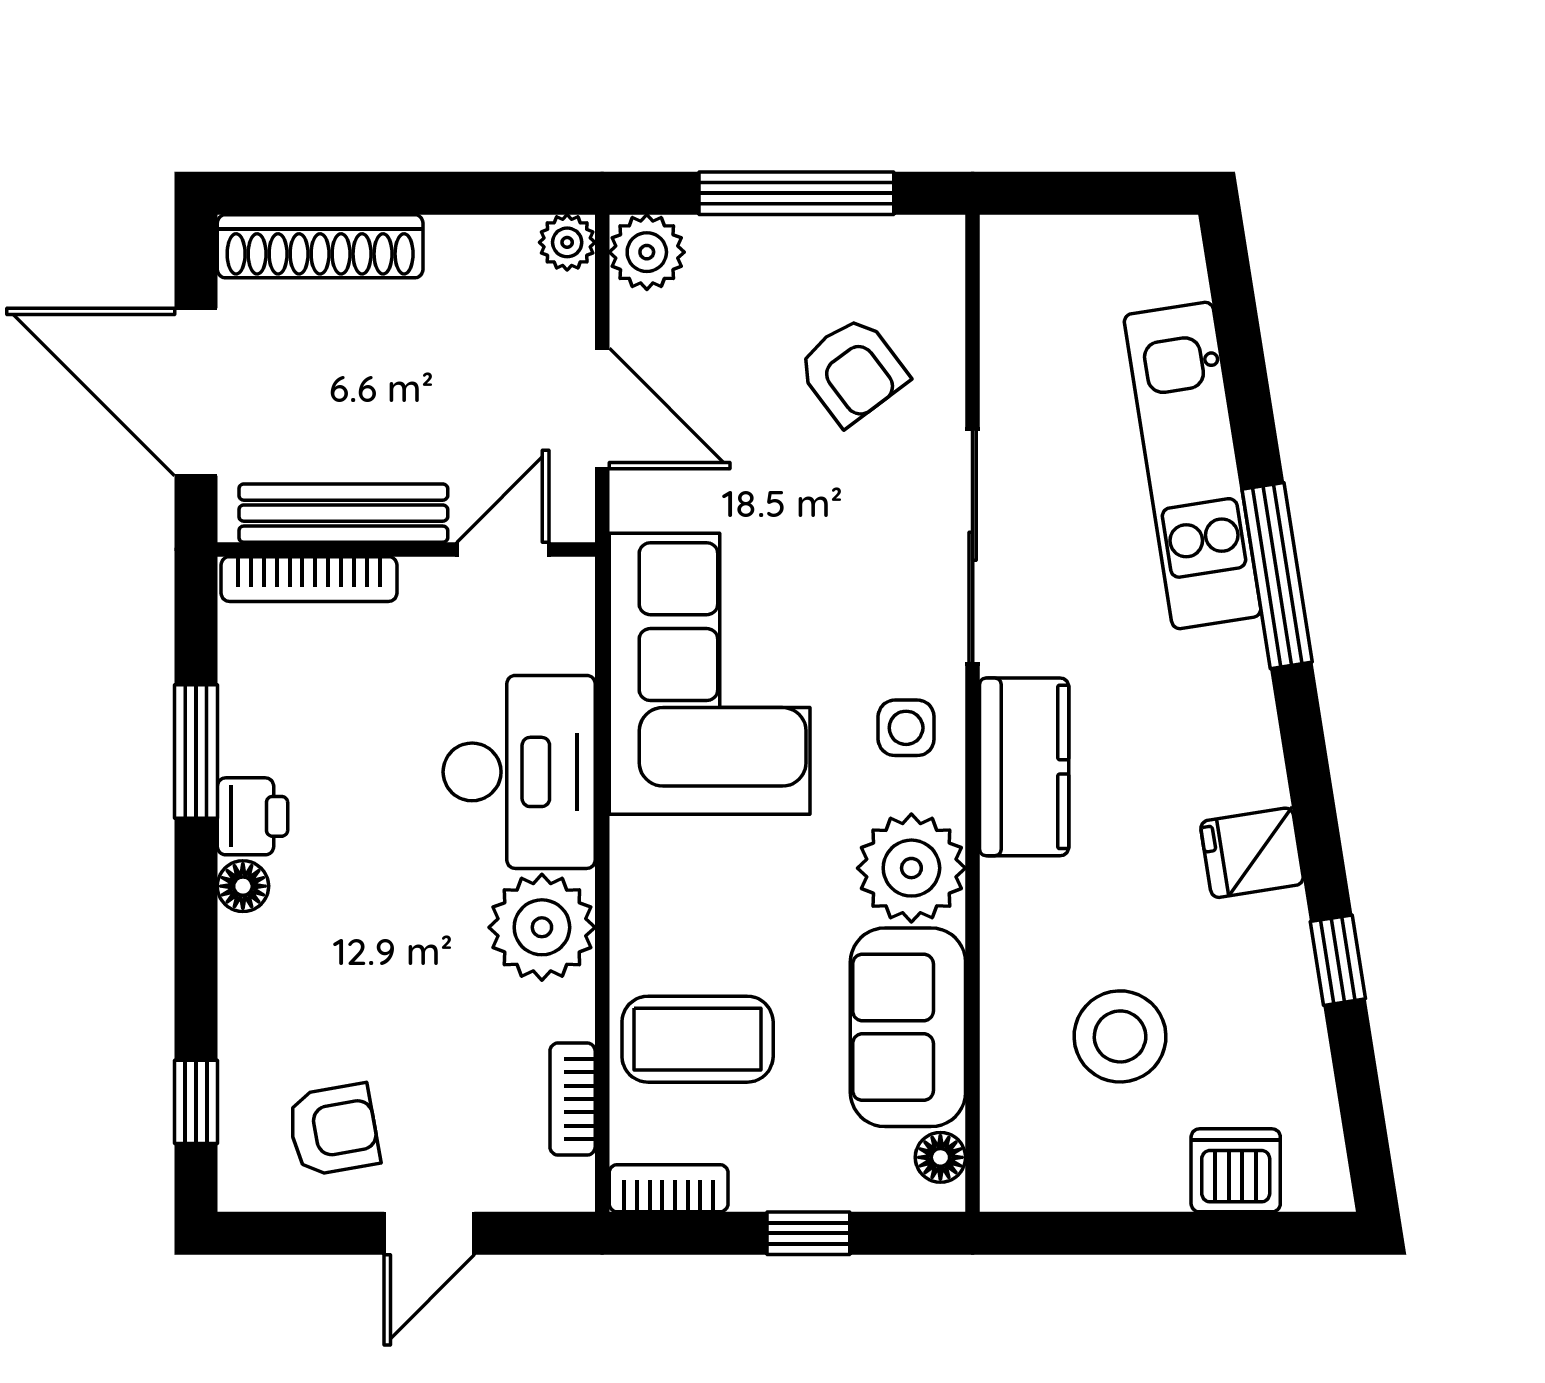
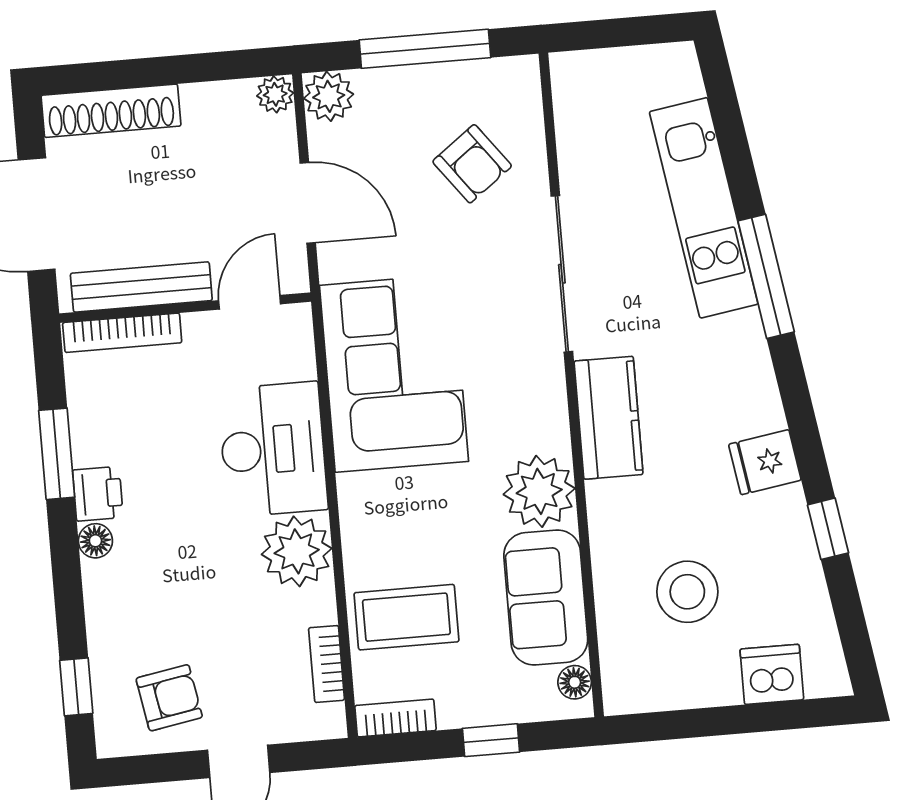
side table: (906, 728) -> (528, 398), removed

